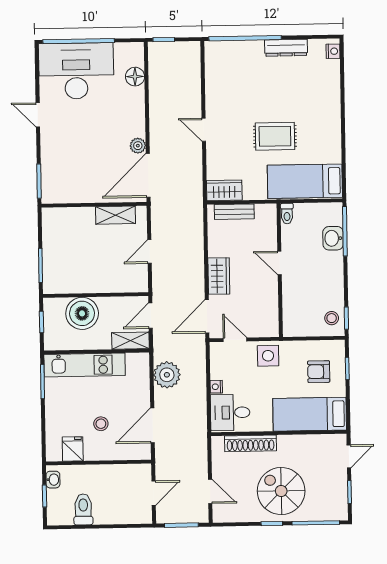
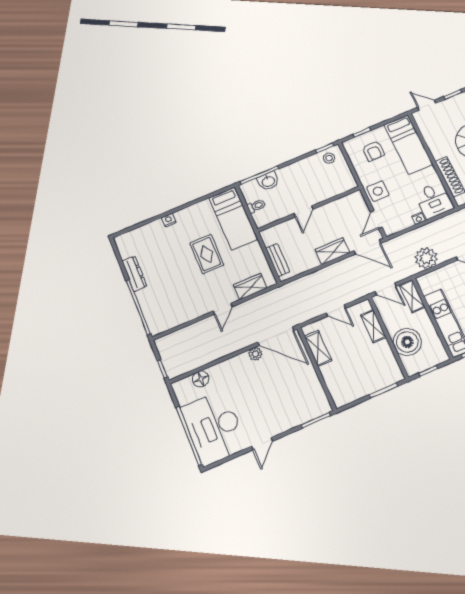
nightstand: (333, 51) -> (169, 220), moved
wardrobe: (224, 190) -> (250, 286), moved, turned 90
toilet: (287, 214) -> (256, 206), moved
shelving: (115, 285) -> (373, 326), added

